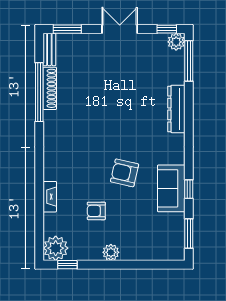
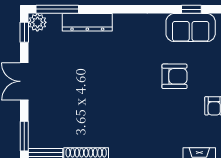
dresser: (176, 109) -> (87, 22), moved
armchair: (125, 173) -> (174, 76), turned -103

